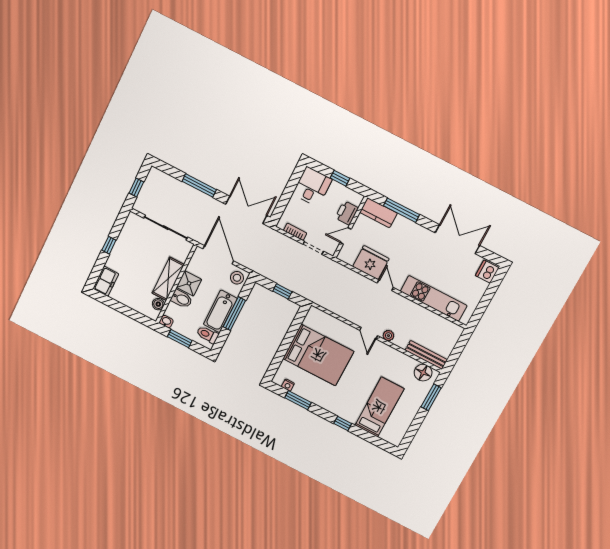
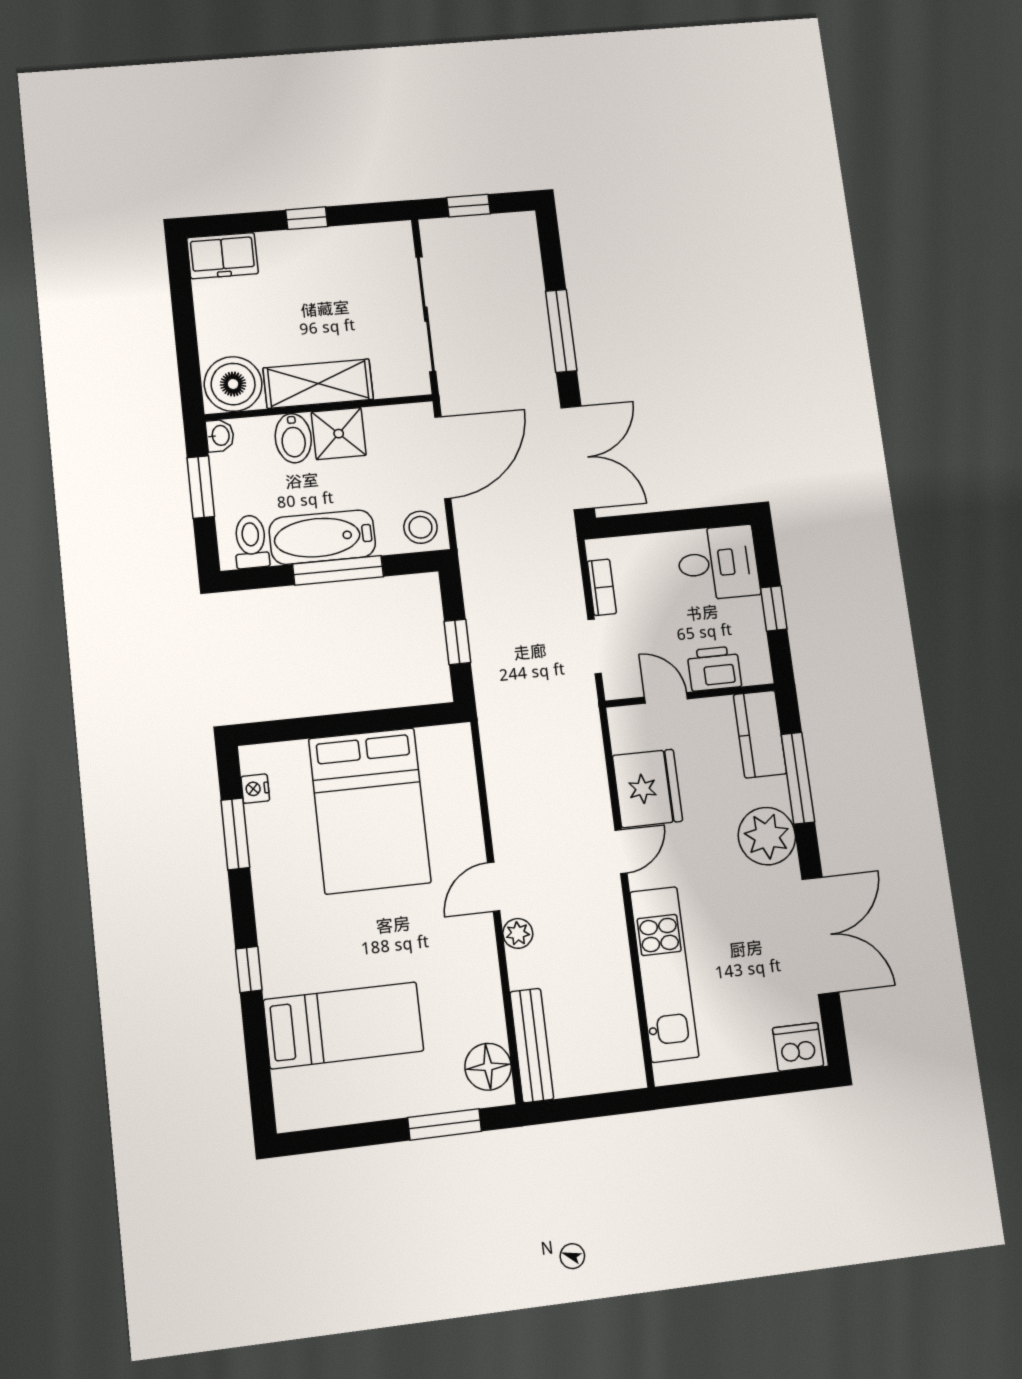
plant: (413, 234) -> (767, 836), added
boiler: (158, 304) -> (233, 384), width x1.86, depth x1.86

